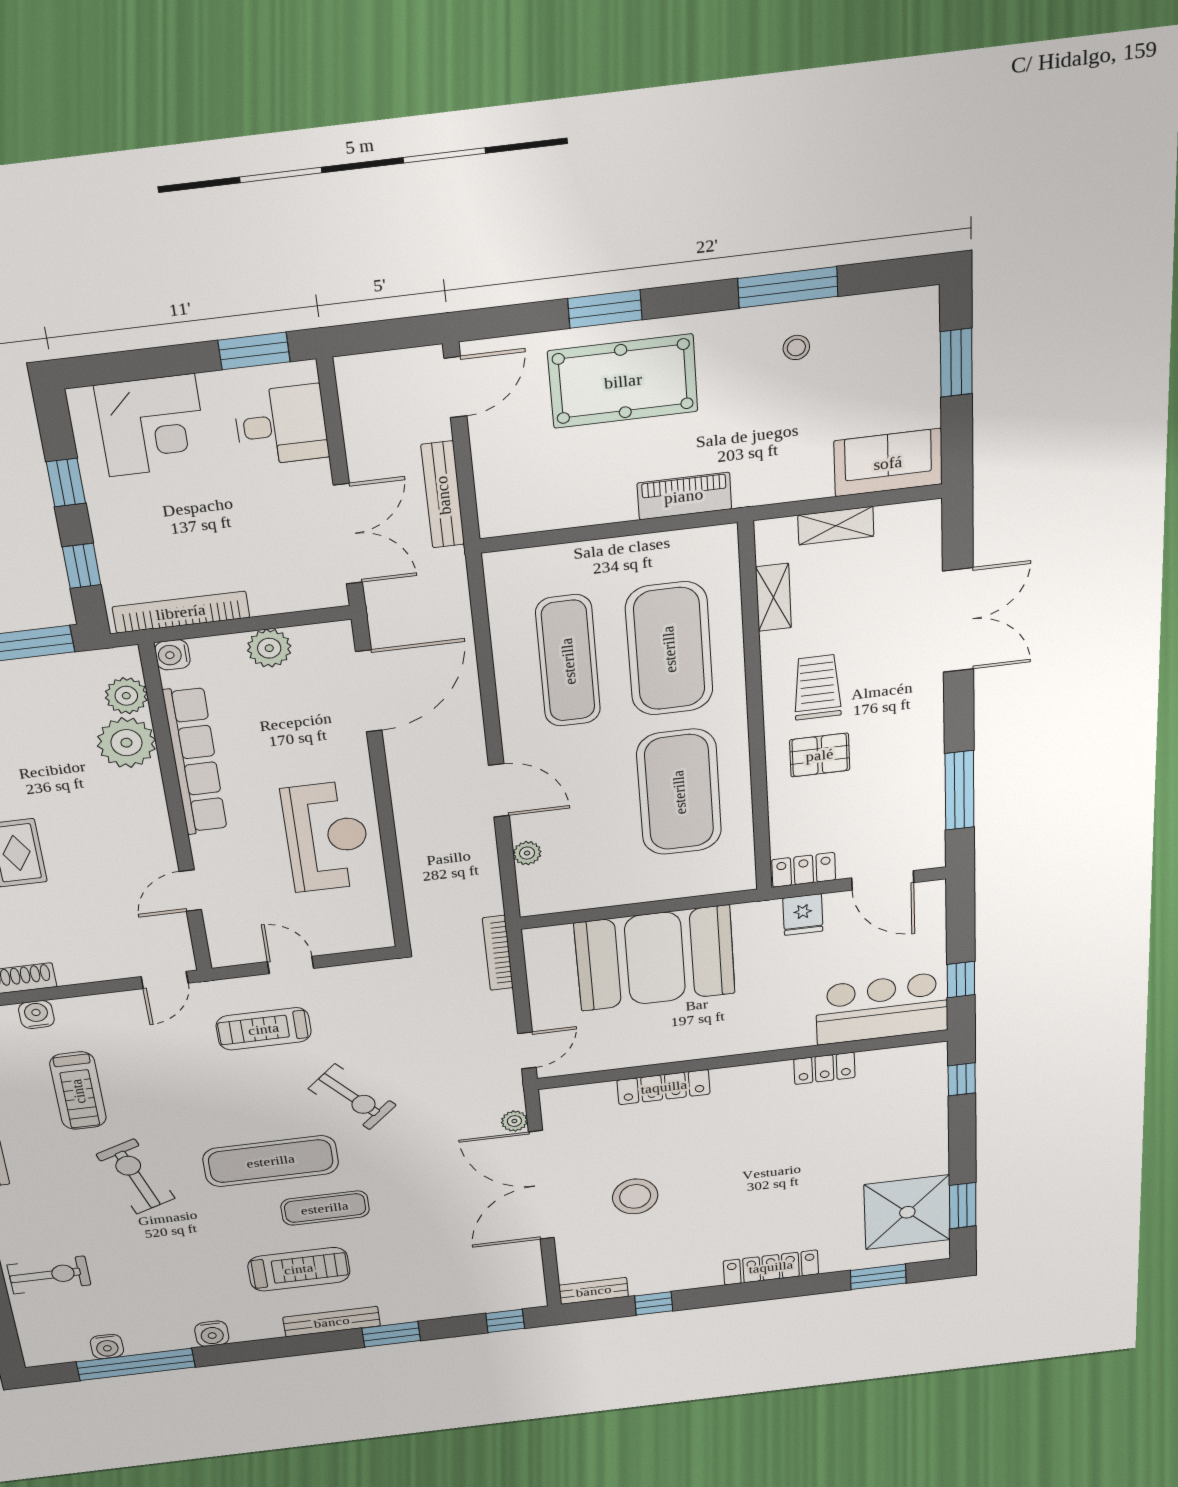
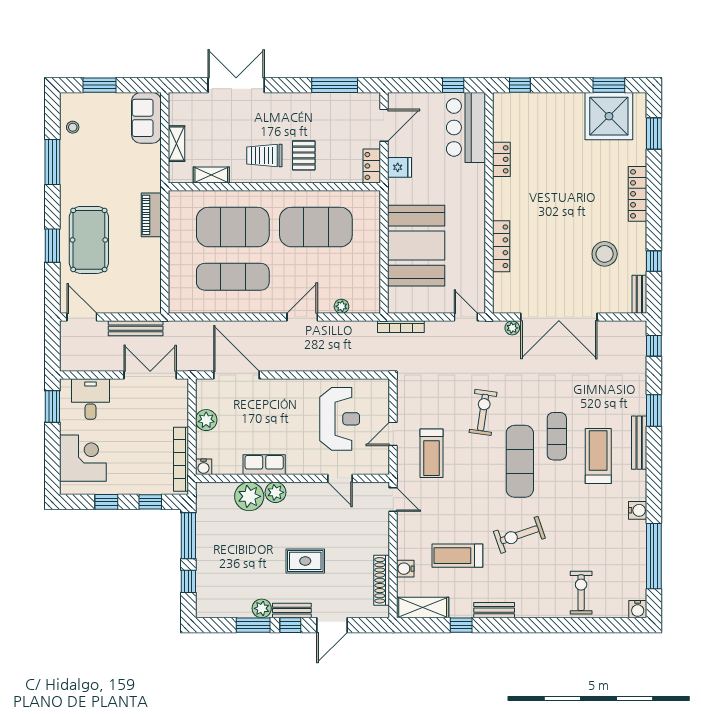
stool: (796, 347) -> (73, 127), moved
plant: (126, 696) -> (275, 492), moved
row of seats: (195, 761) -> (264, 465), width x0.50
reception desk: (327, 836) -> (340, 419), moved, turned 90
treadmill: (78, 1091) -> (457, 556), turned 180
exercise bike: (352, 1097) -> (483, 412), turned -40
stool: (635, 1196) -> (605, 254), moved
water cooler: (107, 1346) -> (638, 609), moved, turned 90

